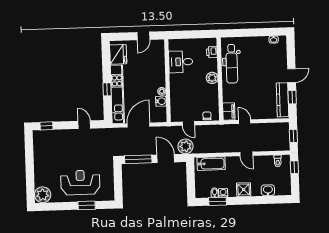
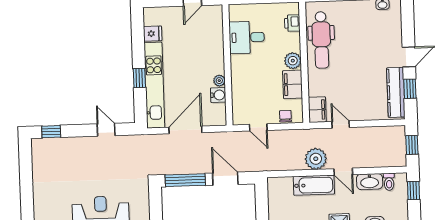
fridge: (118, 54) -> (153, 34), width x0.53, depth x0.75
filing cabinet: (212, 94) -> (293, 84), added
plant: (185, 146) -> (316, 159), moved
washbasin: (264, 161) -> (370, 182), added
bathtub: (211, 164) -> (314, 185), moved

